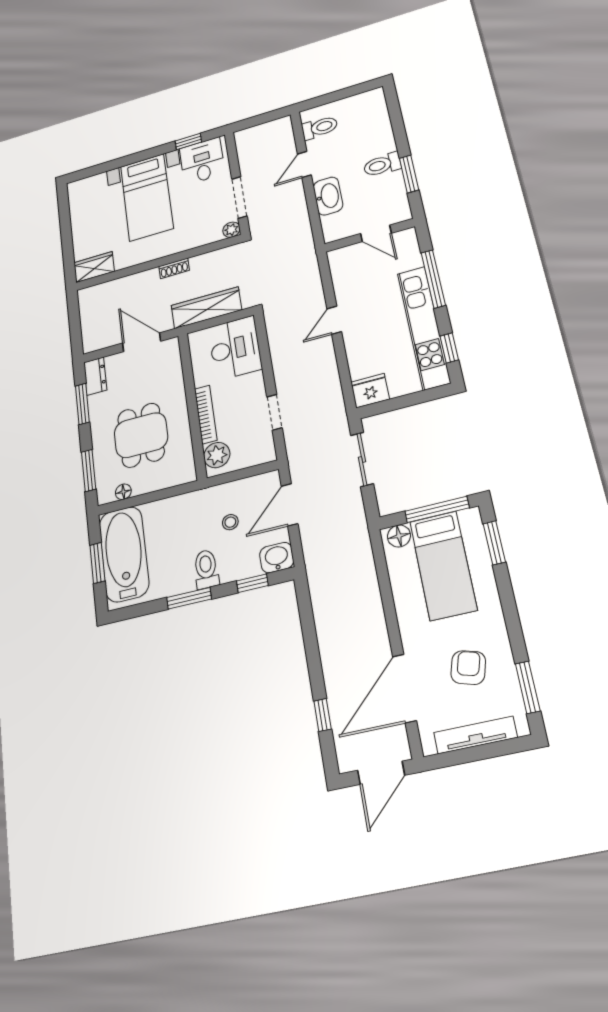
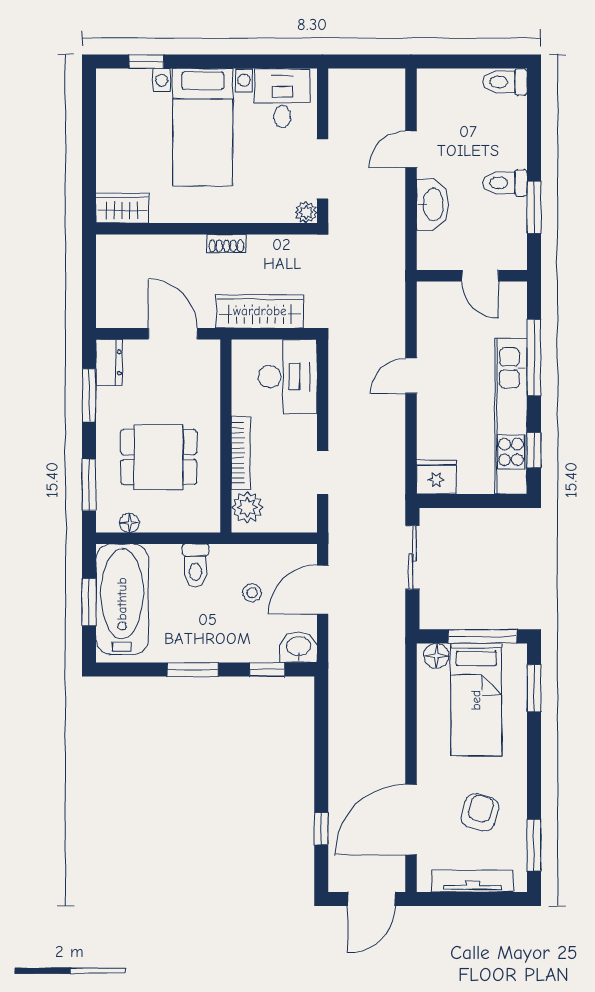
toilet: (320, 128) -> (505, 82), moved, turned 180
window: (188, 141) -> (146, 62), moved
dining table: (141, 435) -> (159, 457), turned 90
toilet: (206, 569) -> (195, 566), moved, turned 180

